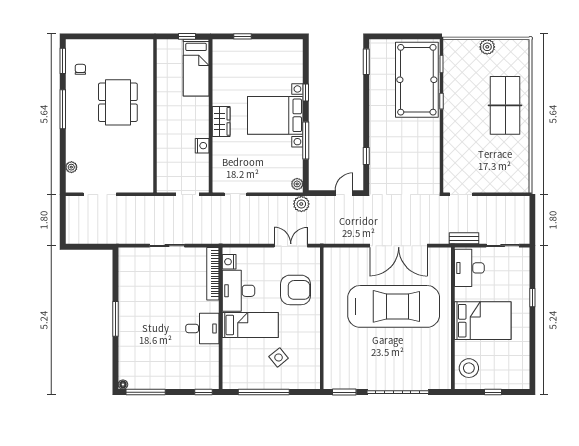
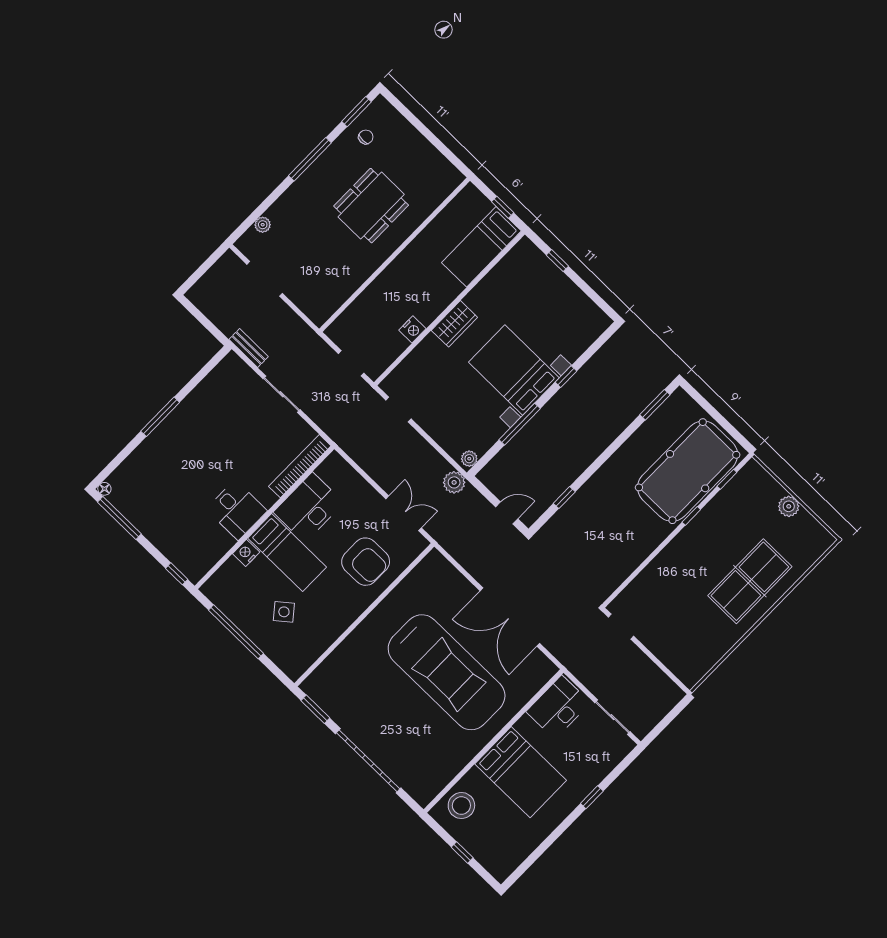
bench: (464, 238) -> (249, 348), moved
nightstand: (229, 262) -> (246, 553), moved

